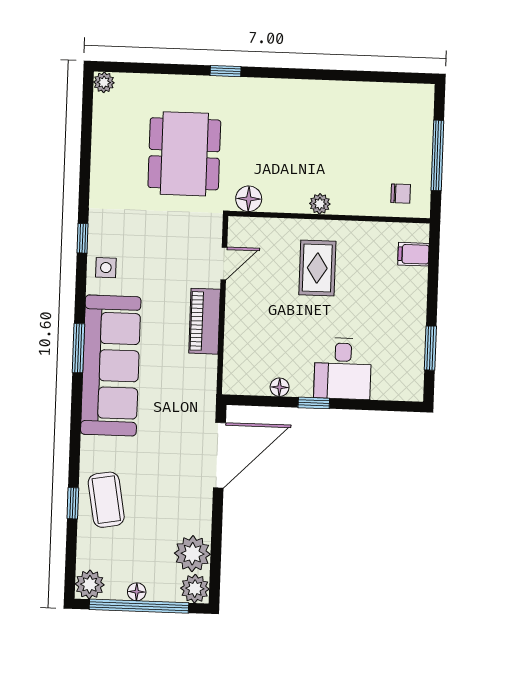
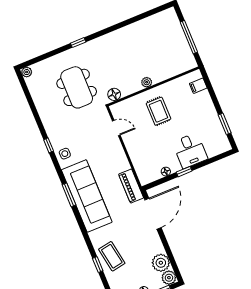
chair: (401, 194) -> (180, 61), removed
door: (224, 263) -> (116, 128), hinge flipped
piano: (205, 321) -> (131, 186), moved

